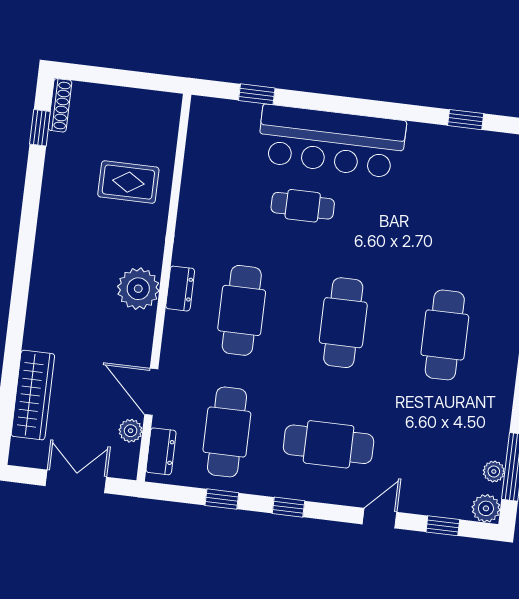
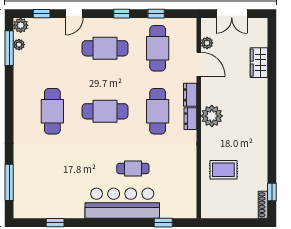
cafe table: (343, 323) -> (105, 111), turned 90
wardrobe: (33, 395) -> (259, 63), width x0.67
dresser: (161, 451) -> (190, 95), moved

